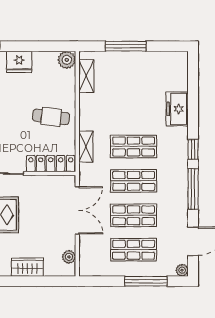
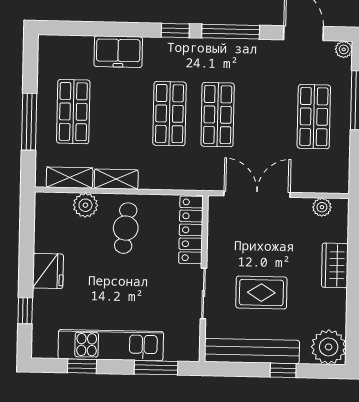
plant: (67, 60) -> (85, 205), moved
shelving: (86, 147) -> (116, 179), moved
shop shelf: (134, 215) -> (73, 112), moved

